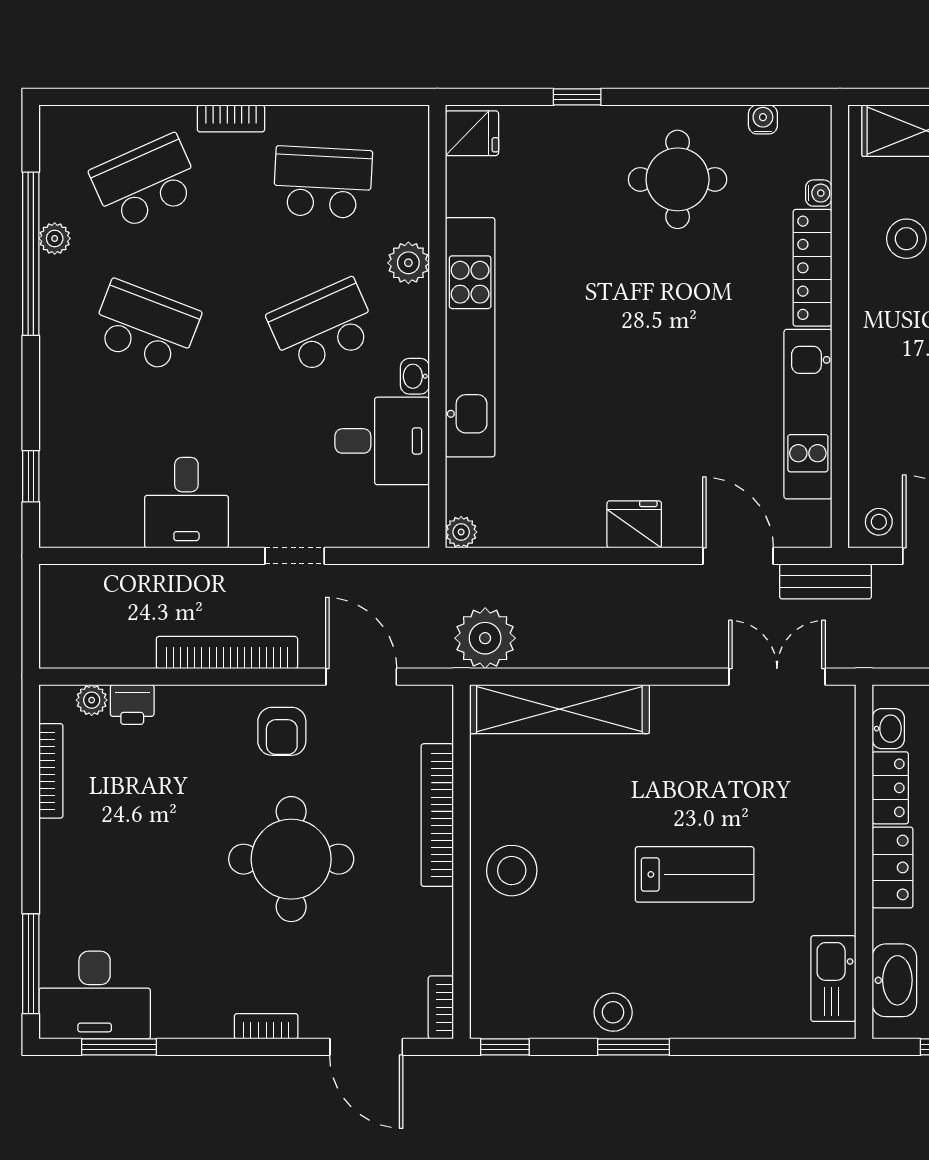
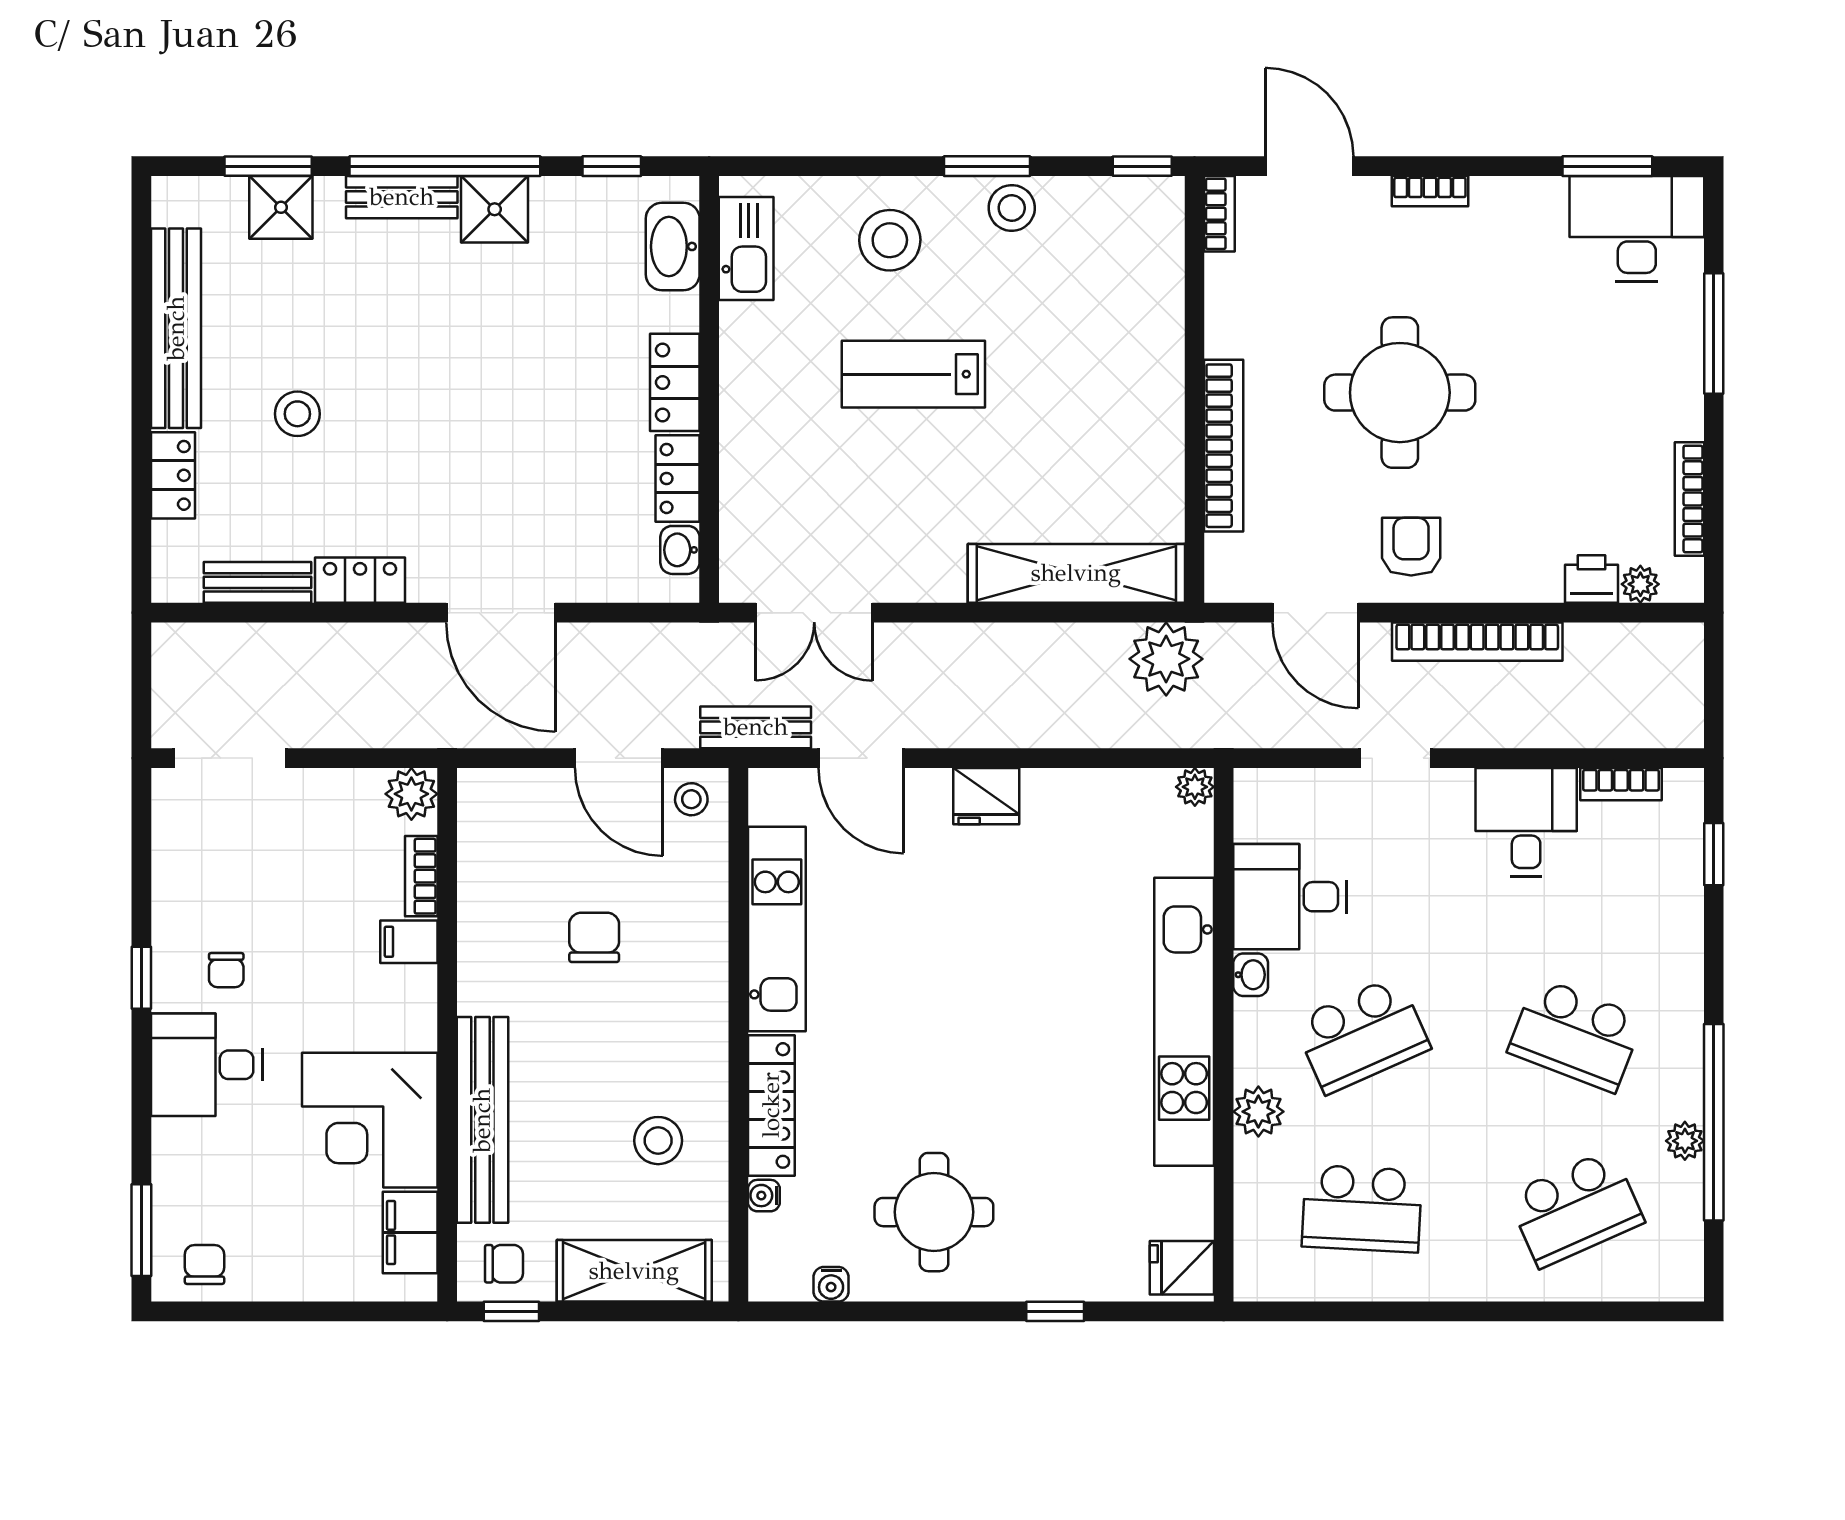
bookcase: (231, 118) -> (1621, 784), moved, turned 180
stool: (512, 871) -> (890, 240), moved
window: (31, 964) -> (1714, 333), moved

